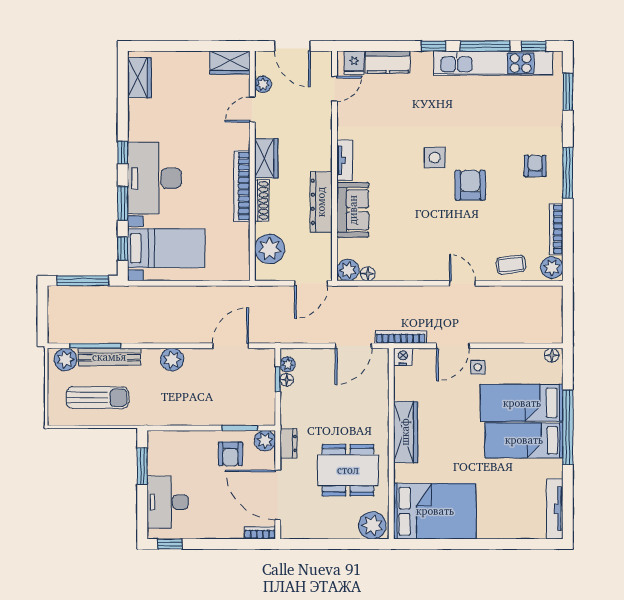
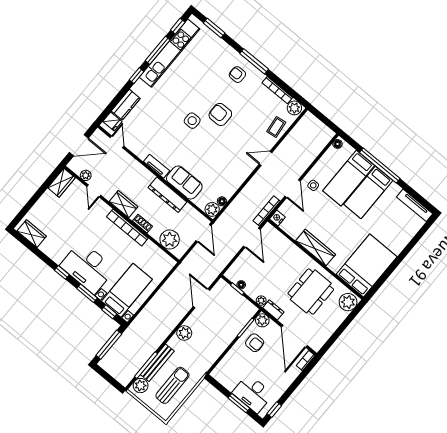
shoe rack: (262, 200) -> (142, 224), width x0.70
plant: (288, 364) -> (261, 301), moved
window: (142, 466) -> (239, 403), moved
door: (278, 495) -> (294, 336), hinge flipped

